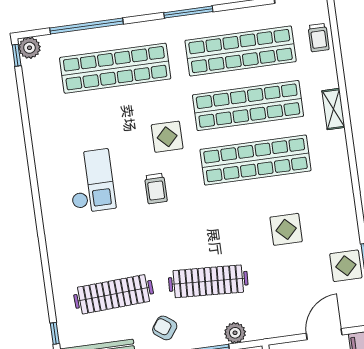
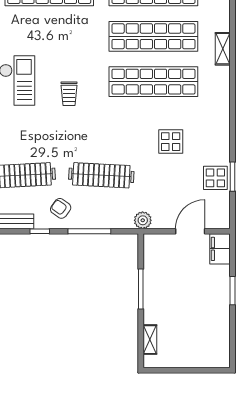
display table: (167, 137) -> (84, 53), removed
plant: (235, 333) -> (143, 220), moved

